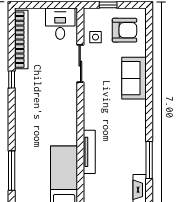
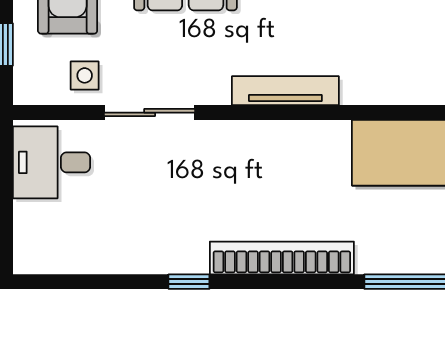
bookcase: (21, 40) -> (282, 258), moved
tv unit: (89, 152) -> (285, 91), moved

